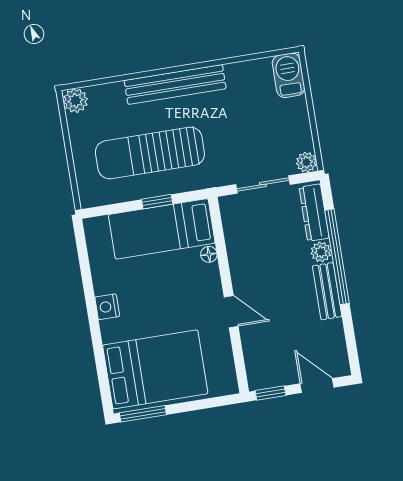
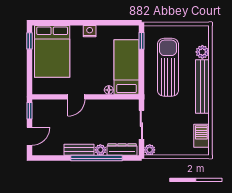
barbecue: (288, 75) -> (201, 136), moved, turned -90
plant: (75, 101) -> (202, 52), moved
window: (157, 202) -> (141, 41), moved
window: (143, 414) -> (30, 41), width x0.67

